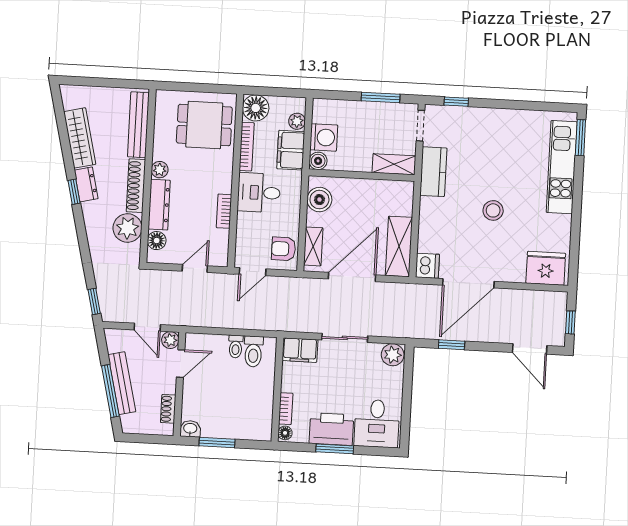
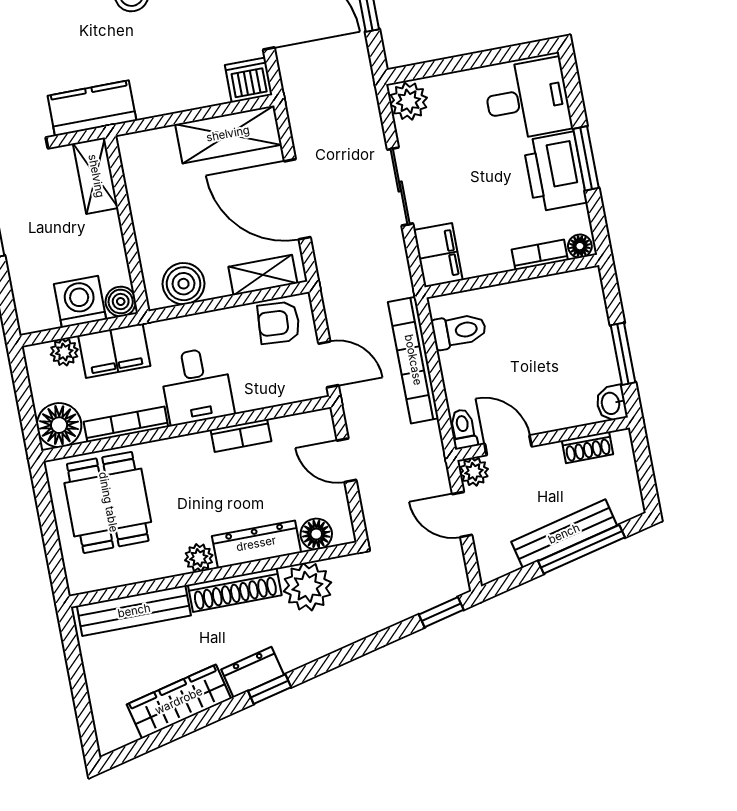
armchair: (284, 249) -> (279, 323), turned 94
bookcase: (243, 321) -> (413, 360), added
door: (147, 327) -> (462, 515), swing flipped
toilet: (236, 346) -> (463, 429), moved, turned -90

